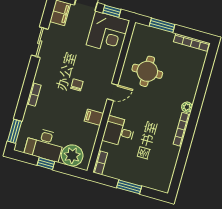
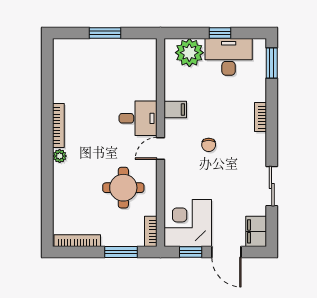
desk: (119, 132) -> (138, 118), moved
bookcase: (100, 163) -> (151, 231), moved

